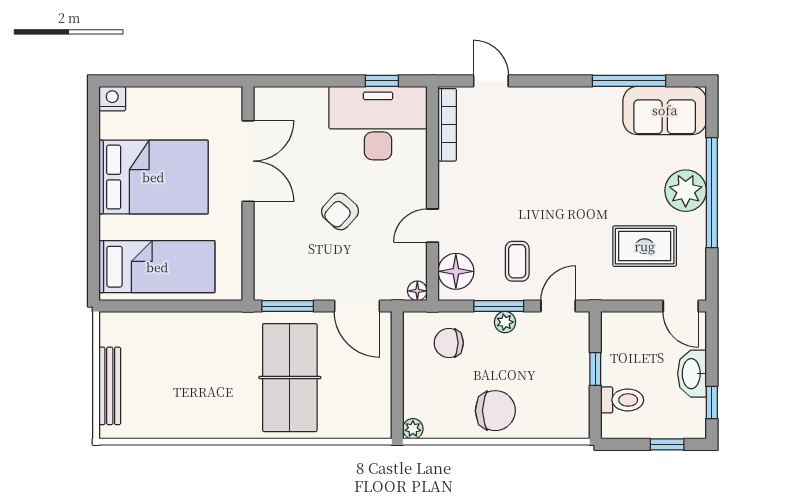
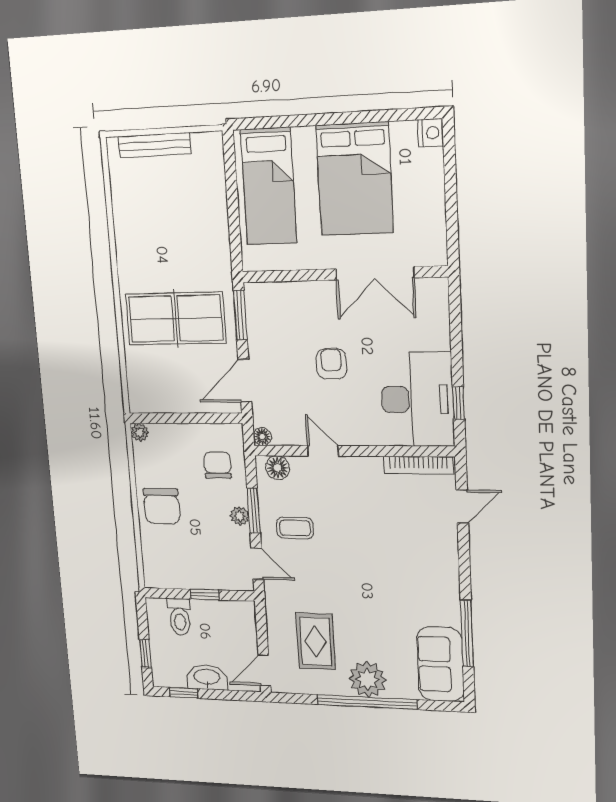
armchair: (340, 211) -> (331, 364), turned 48
floor lamp: (456, 271) -> (278, 468), width x0.73, depth x0.73

